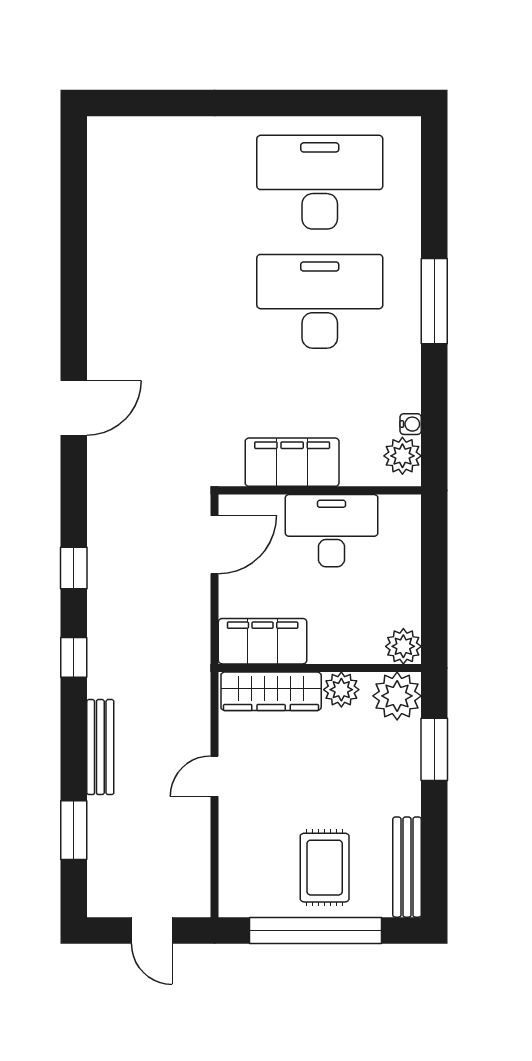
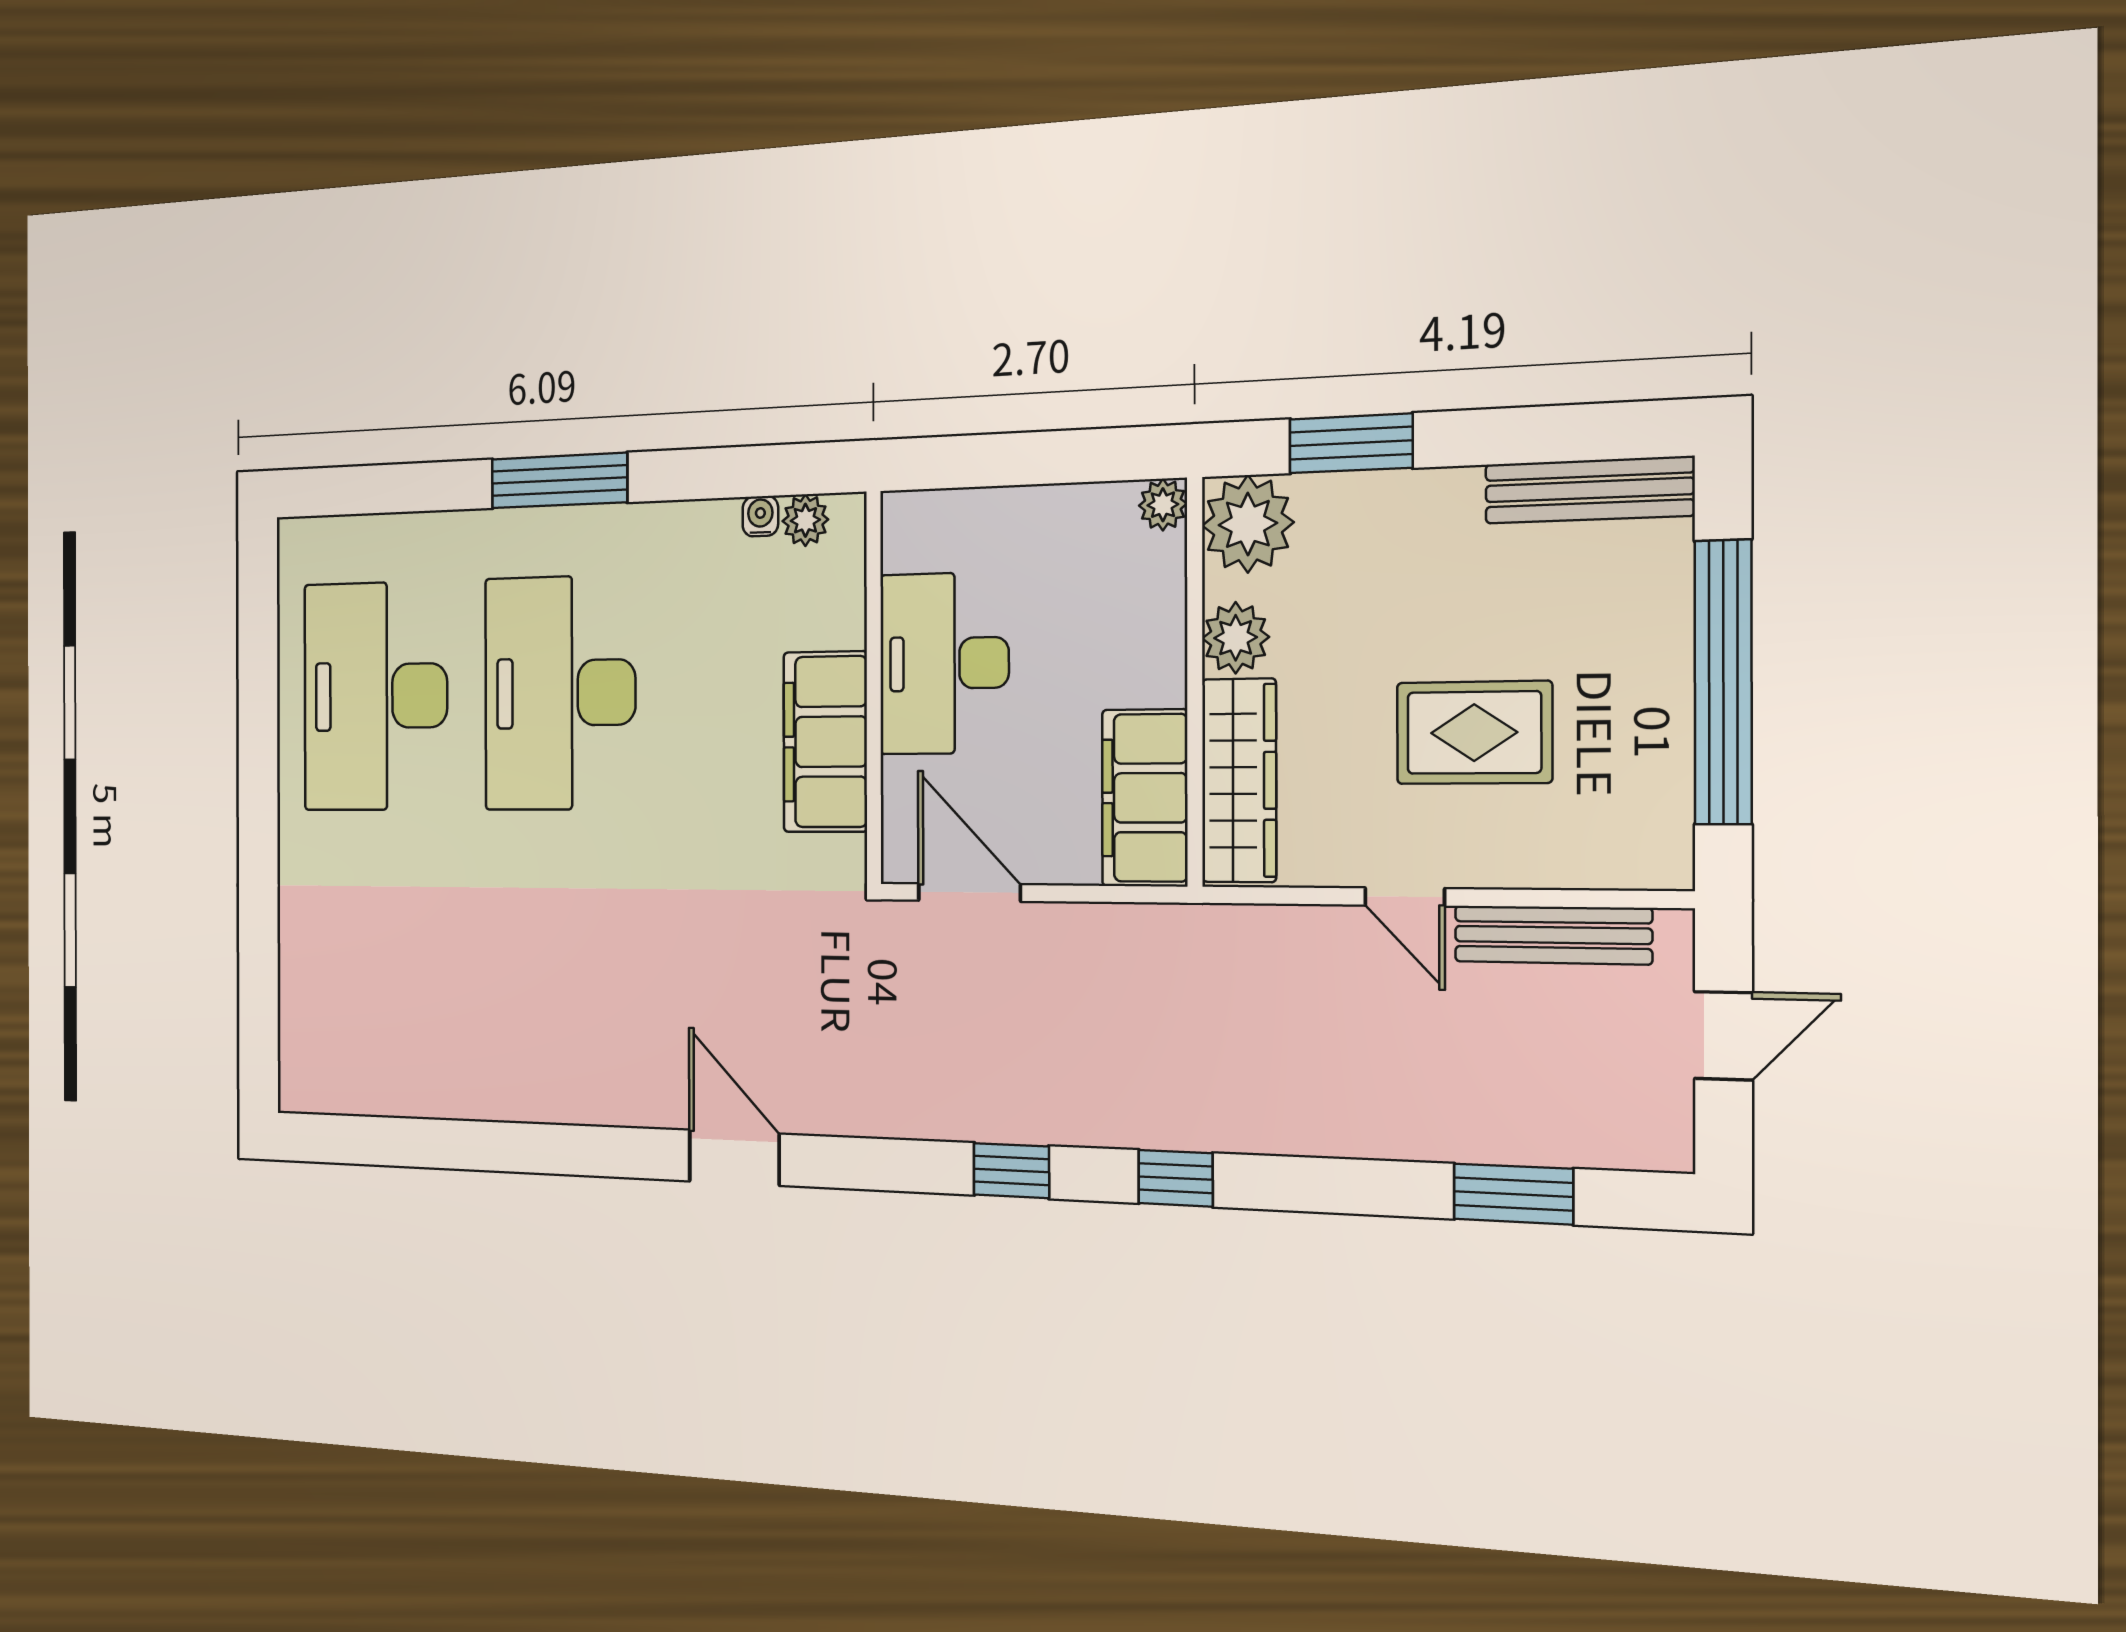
plant: (402, 456) -> (805, 520), width x0.73, depth x0.73
plant: (403, 646) -> (1163, 505), width x0.73, depth x0.73
bench: (100, 747) -> (1553, 935), moved
rug: (325, 868) -> (1474, 733), moved

